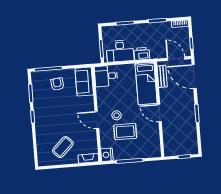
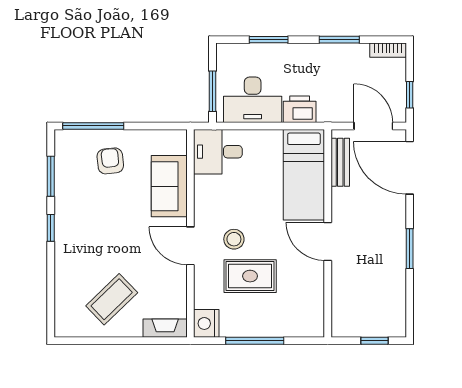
sofa: (84, 82) -> (169, 186), moved

